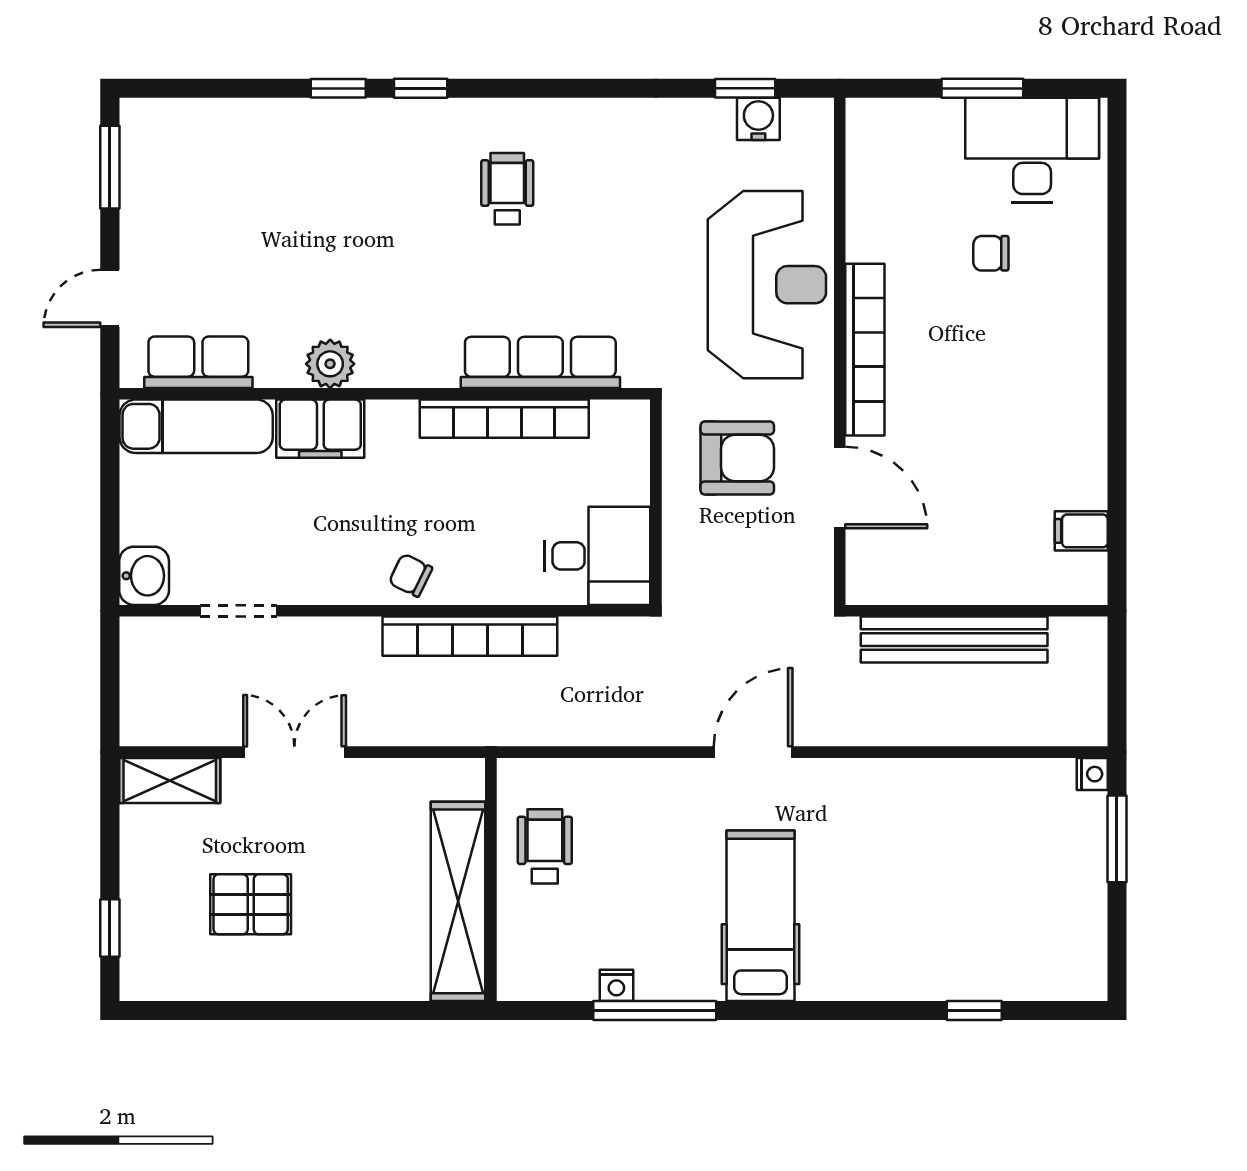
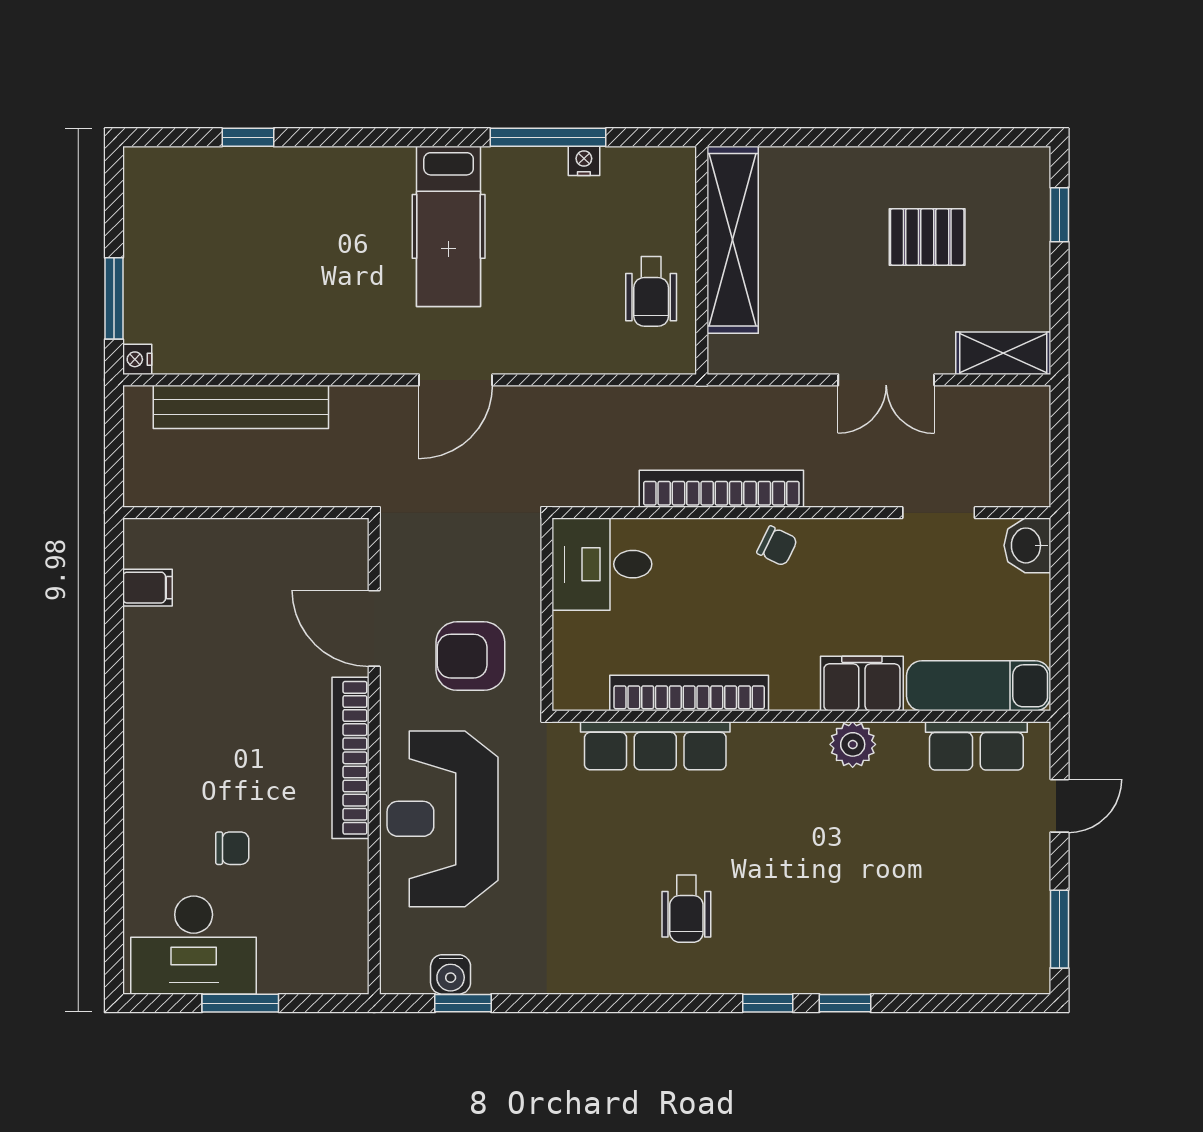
bench: (954, 640) -> (241, 407), moved

